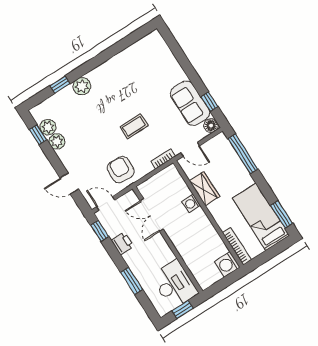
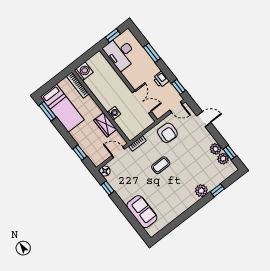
sofa: (190, 103) -> (142, 212), moved
window: (243, 154) -> (80, 153), width x0.46

